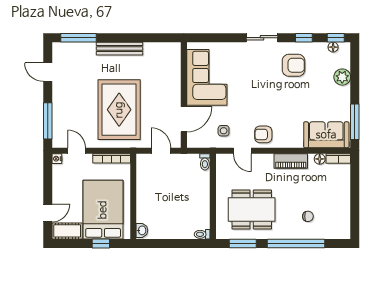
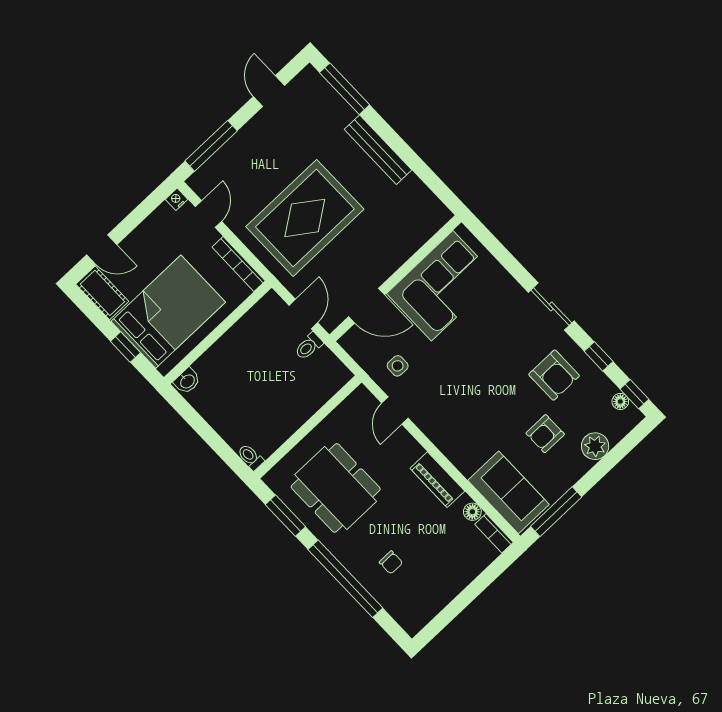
armchair: (263, 134) -> (545, 434), moved, turned -90
toilet: (205, 162) -> (309, 346), moved

